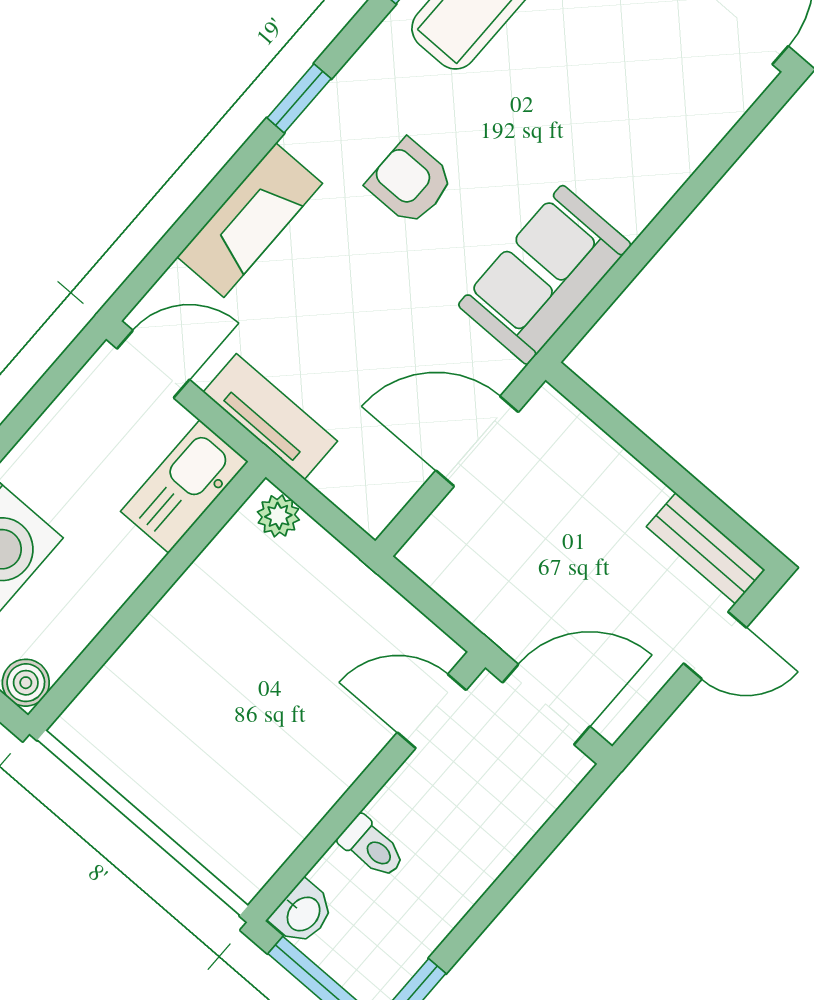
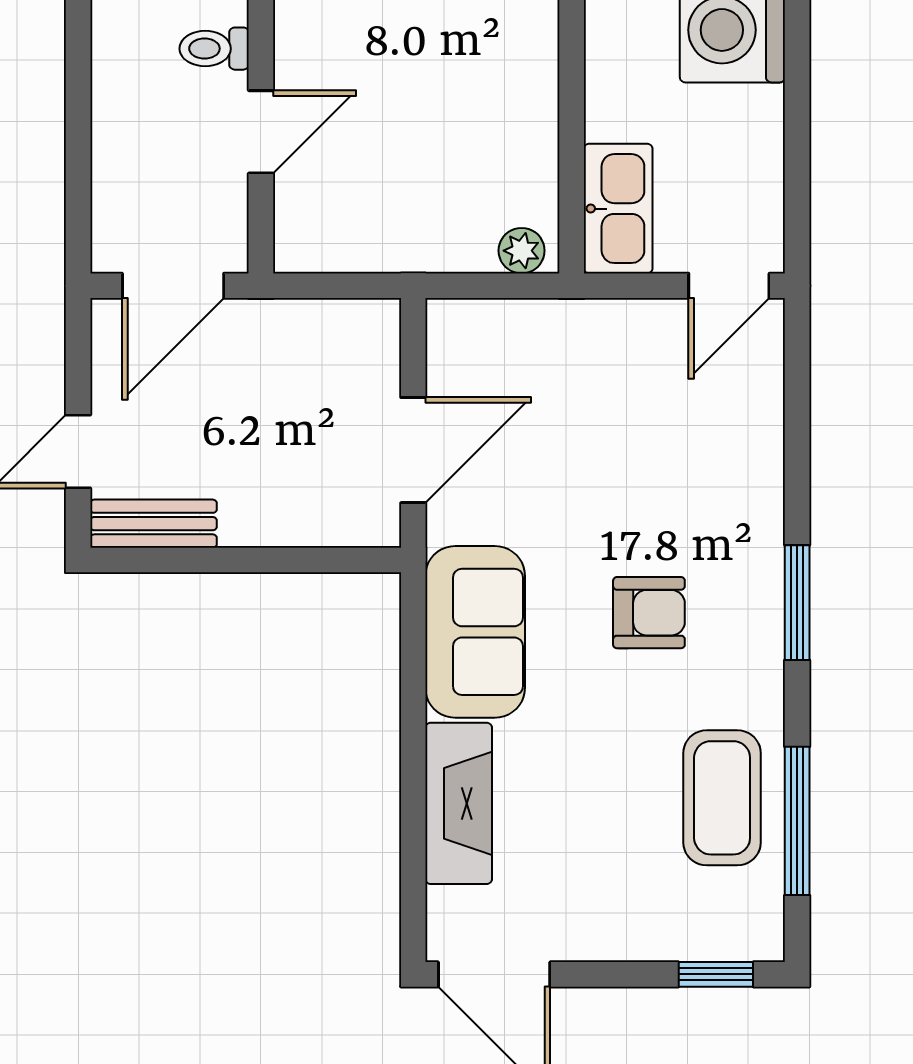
window: (299, 98) -> (797, 603), width x1.50
fireplace: (250, 220) -> (459, 803), moved, turned 180
tv unit: (270, 417) -> (598, 325), removed
door: (432, 711) -> (261, 132), moved

